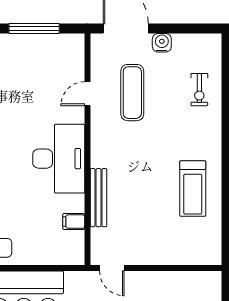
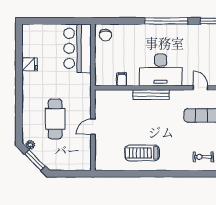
bench: (98, 198) -> (151, 95), moved
door: (112, 268) -> (93, 127), moved

